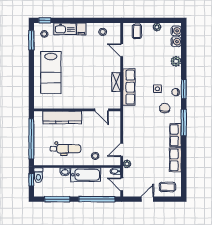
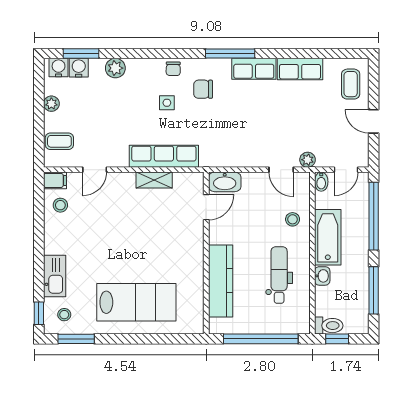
filing cabinet: (81, 29) -> (55, 180), moved
window: (184, 89) -> (81, 54), moved
washbasin: (115, 120) -> (225, 182), added

